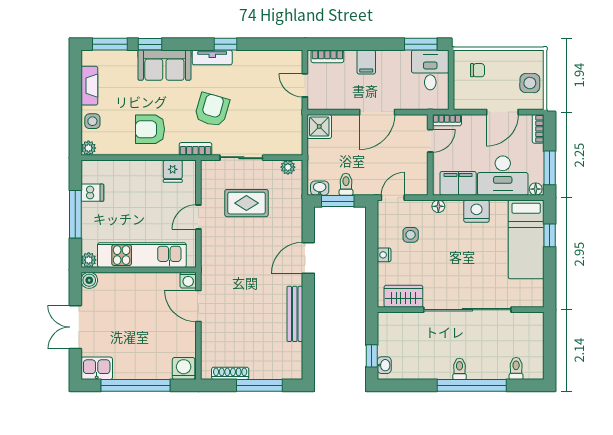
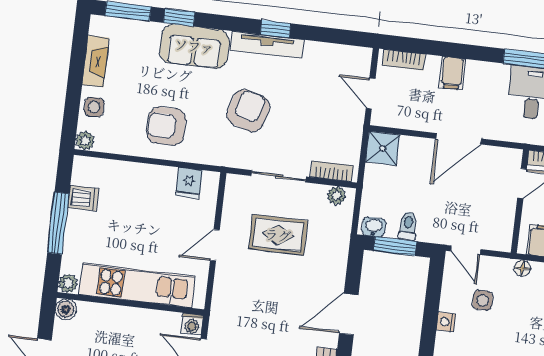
tv unit: (212, 57) -> (267, 45), width x1.41
bookcase: (195, 149) -> (332, 171), moved
door: (393, 198) -> (466, 250), swing flipped

